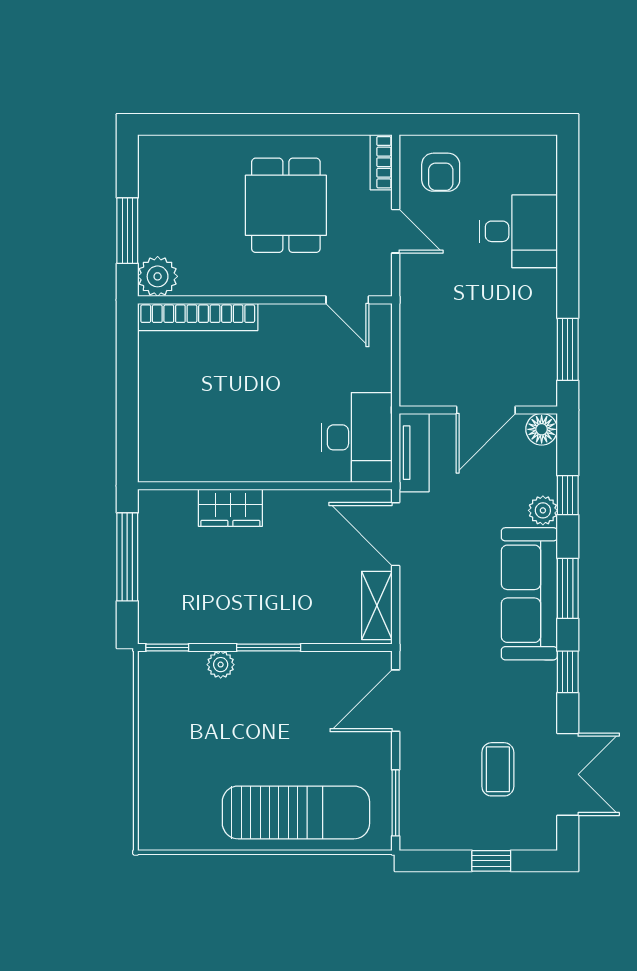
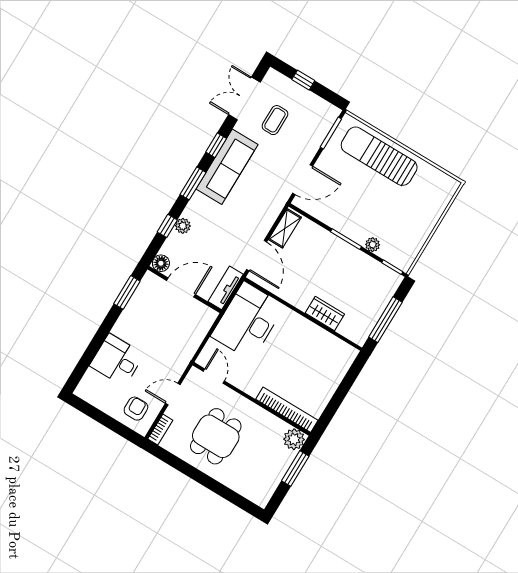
door: (396, 231) -> (173, 394), hinge flipped
desk: (357, 437) -> (248, 321), width x1.36, depth x1.30
sofa: (529, 594) -> (227, 167), moved

